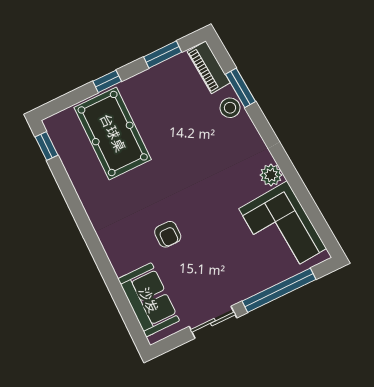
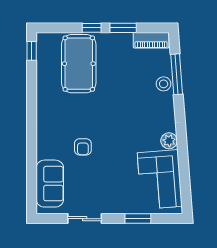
window: (163, 55) -> (123, 28), moved
piano: (209, 67) -> (151, 40), moved, turned -86
window: (240, 88) -> (177, 74), width x1.44
window: (279, 290) -> (138, 219), width x0.47

